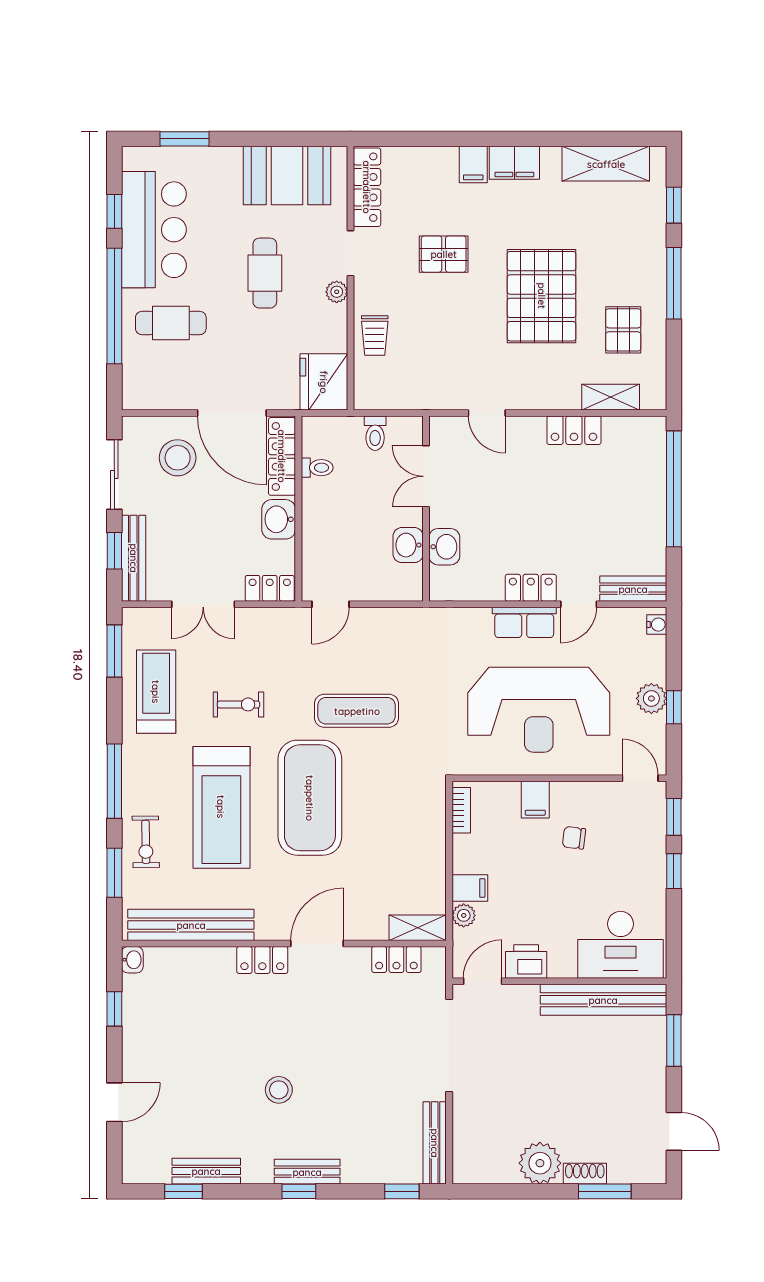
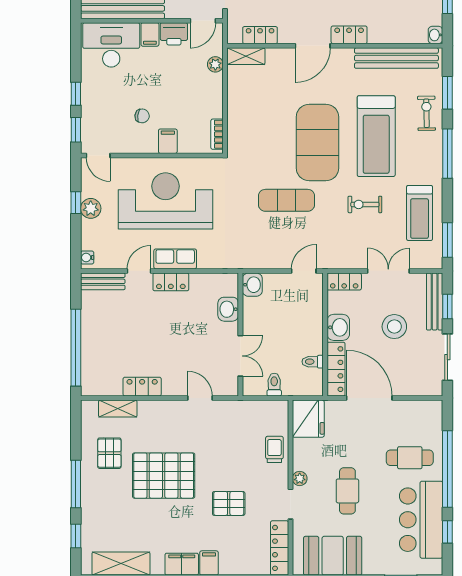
pallet: (542, 296) -> (164, 476), turned 90
stool: (178, 458) -> (394, 327), moved
washbasin: (408, 545) -> (252, 285), moved
treadmill: (221, 807) -> (376, 136), turned 180
filing cabinet: (470, 888) -> (150, 34), moved, turned -90

